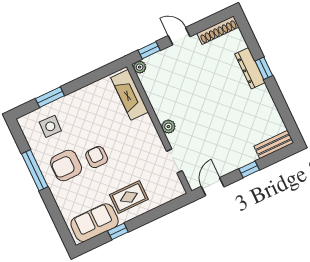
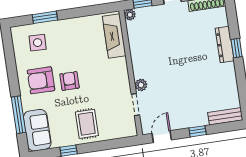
plant: (168, 127) -> (141, 85), moved
window: (35, 170) -> (19, 115), moved
rug: (129, 197) -> (87, 124), turned 90
sofa: (95, 223) -> (37, 130), moved, turned 90

